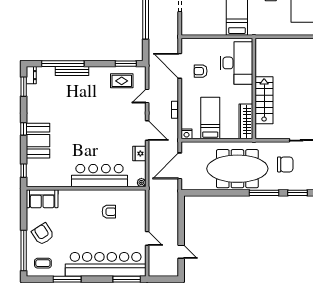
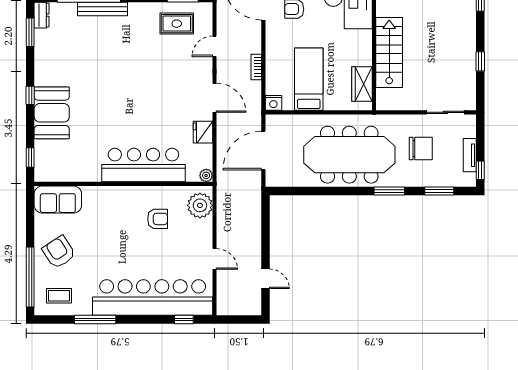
wardrobe: (246, 121) -> (362, 84), width x0.67
window: (264, 193) -> (389, 191), width x0.69
plant: (137, 203) -> (200, 205), added
window: (127, 279) -> (184, 319), width x0.46

